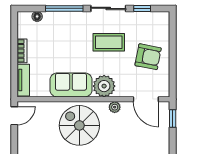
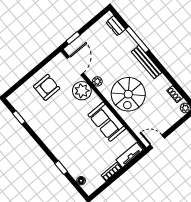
window: (64, 8) -> (61, 168), width x0.46
sliding door: (108, 8) -> (37, 139), removed
coffee table: (109, 42) -> (59, 121), removed
armchair: (148, 57) -> (47, 87), turned 79
plant: (104, 86) -> (82, 91), moved

